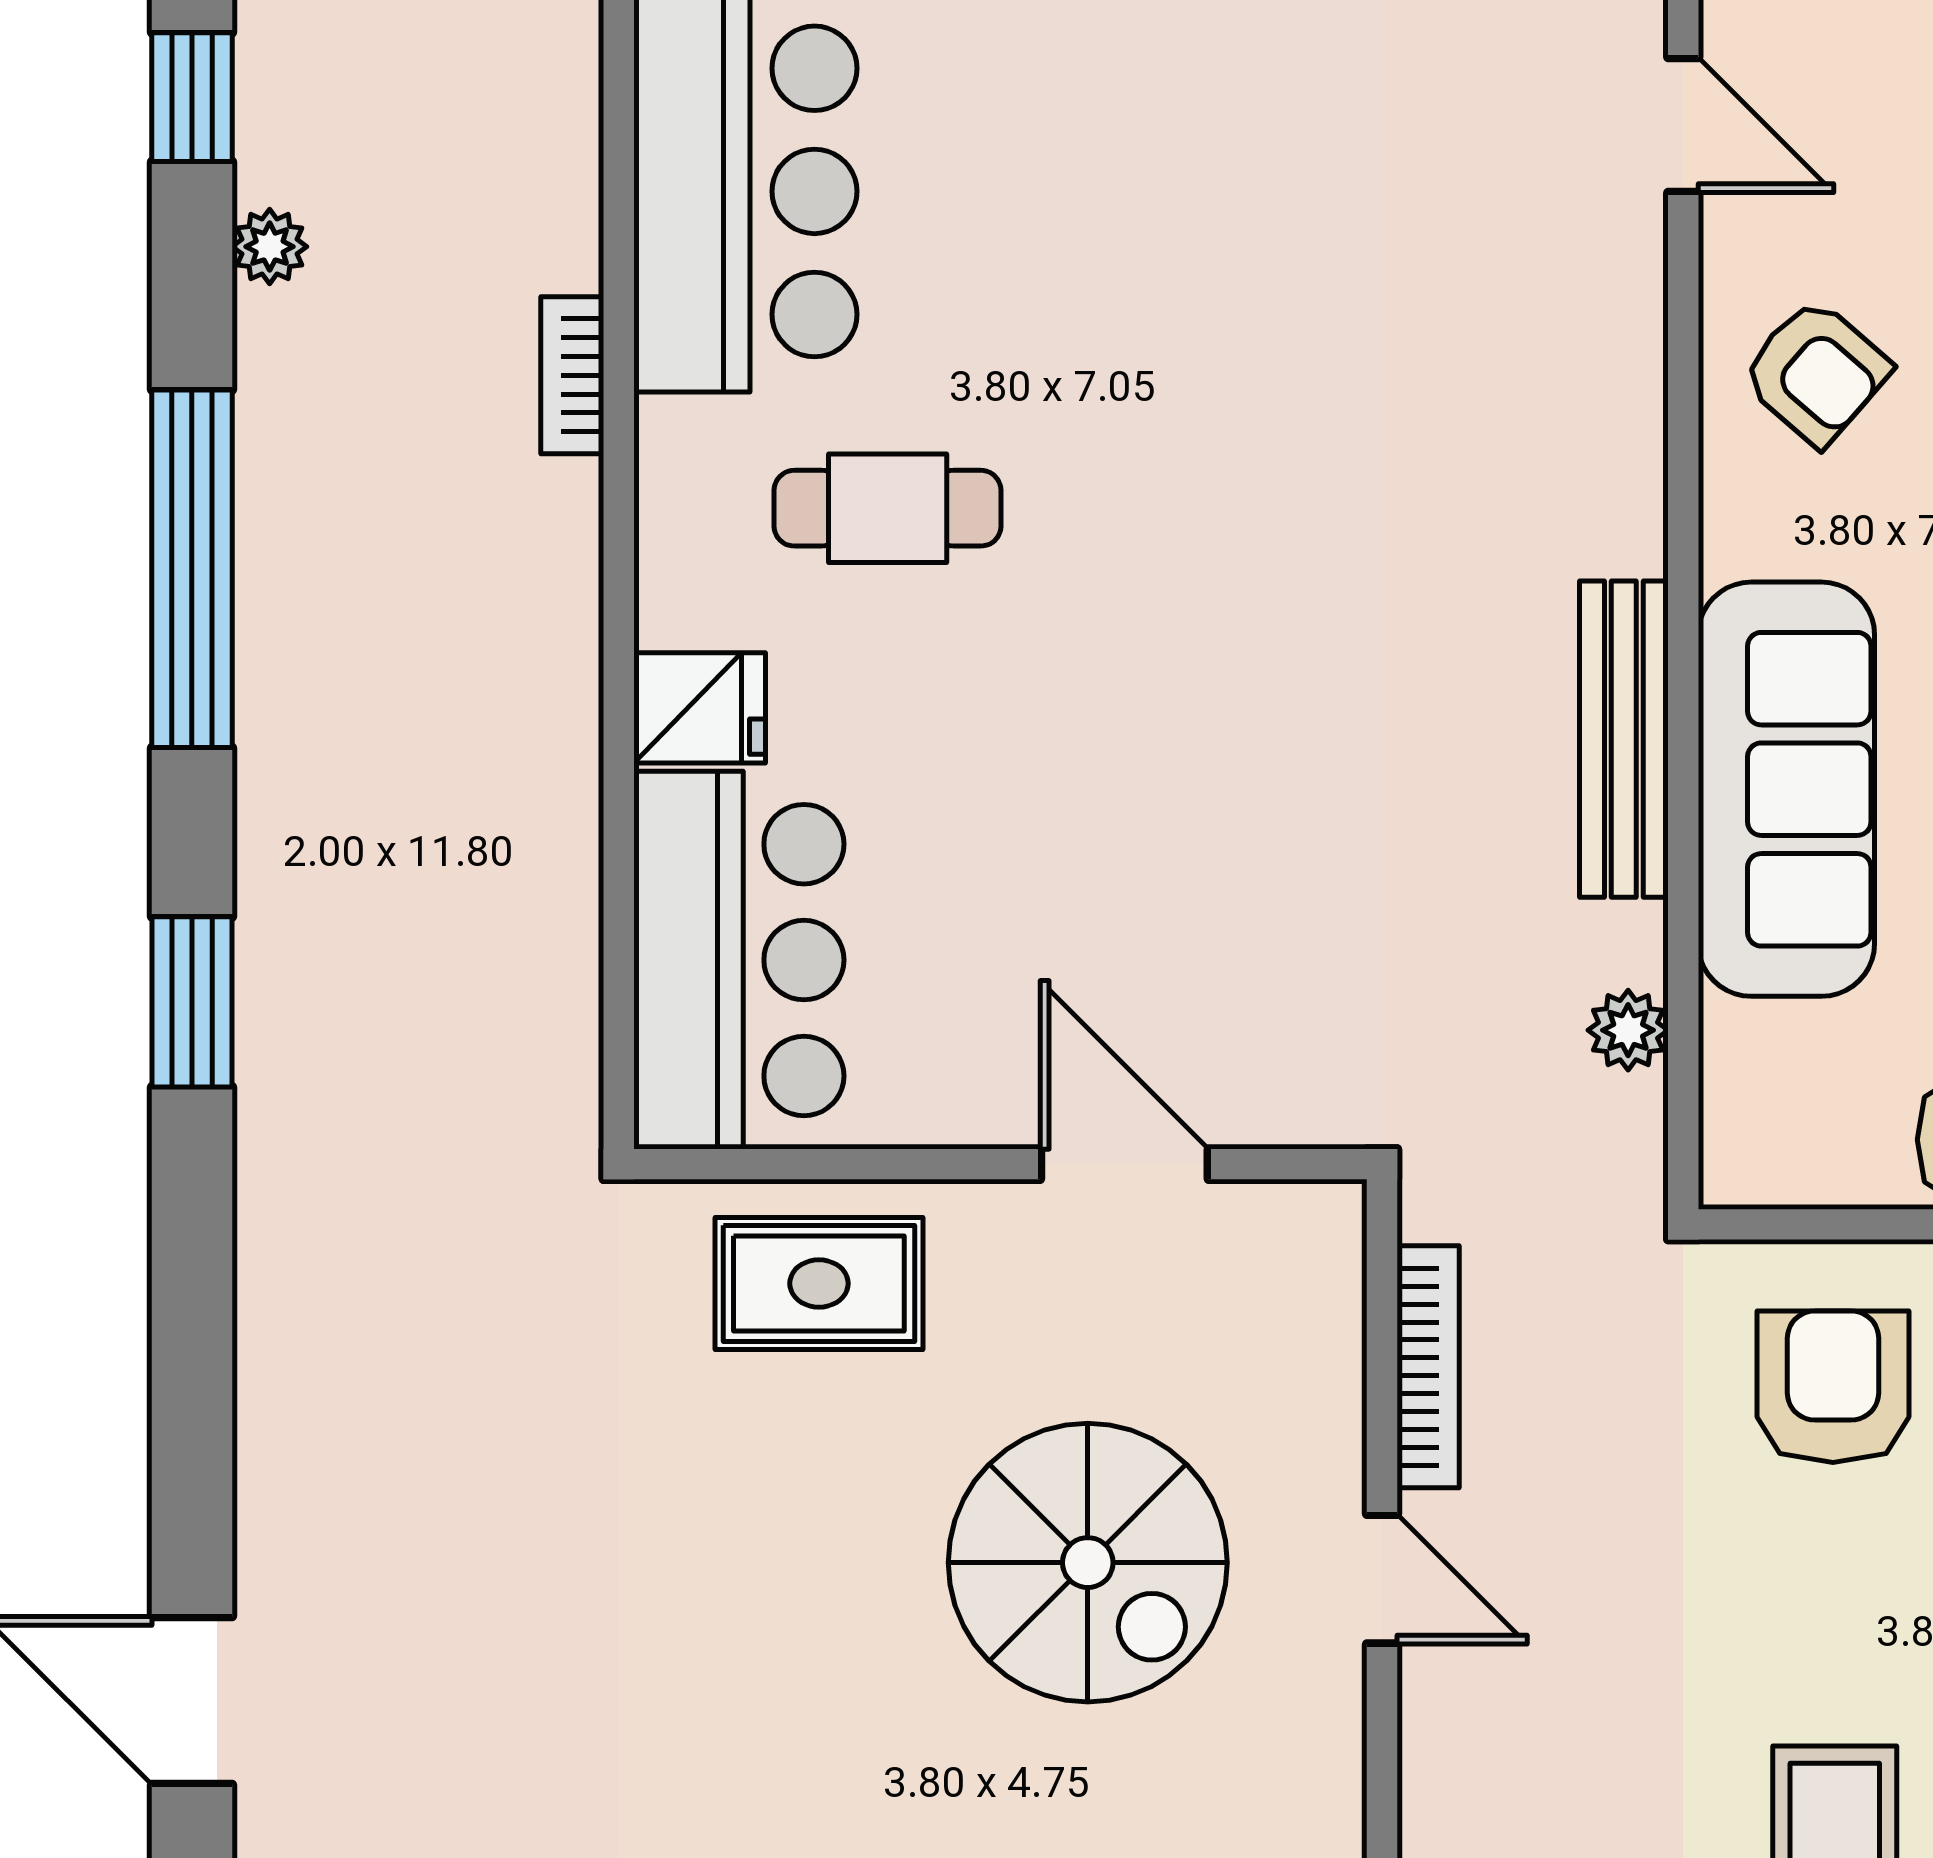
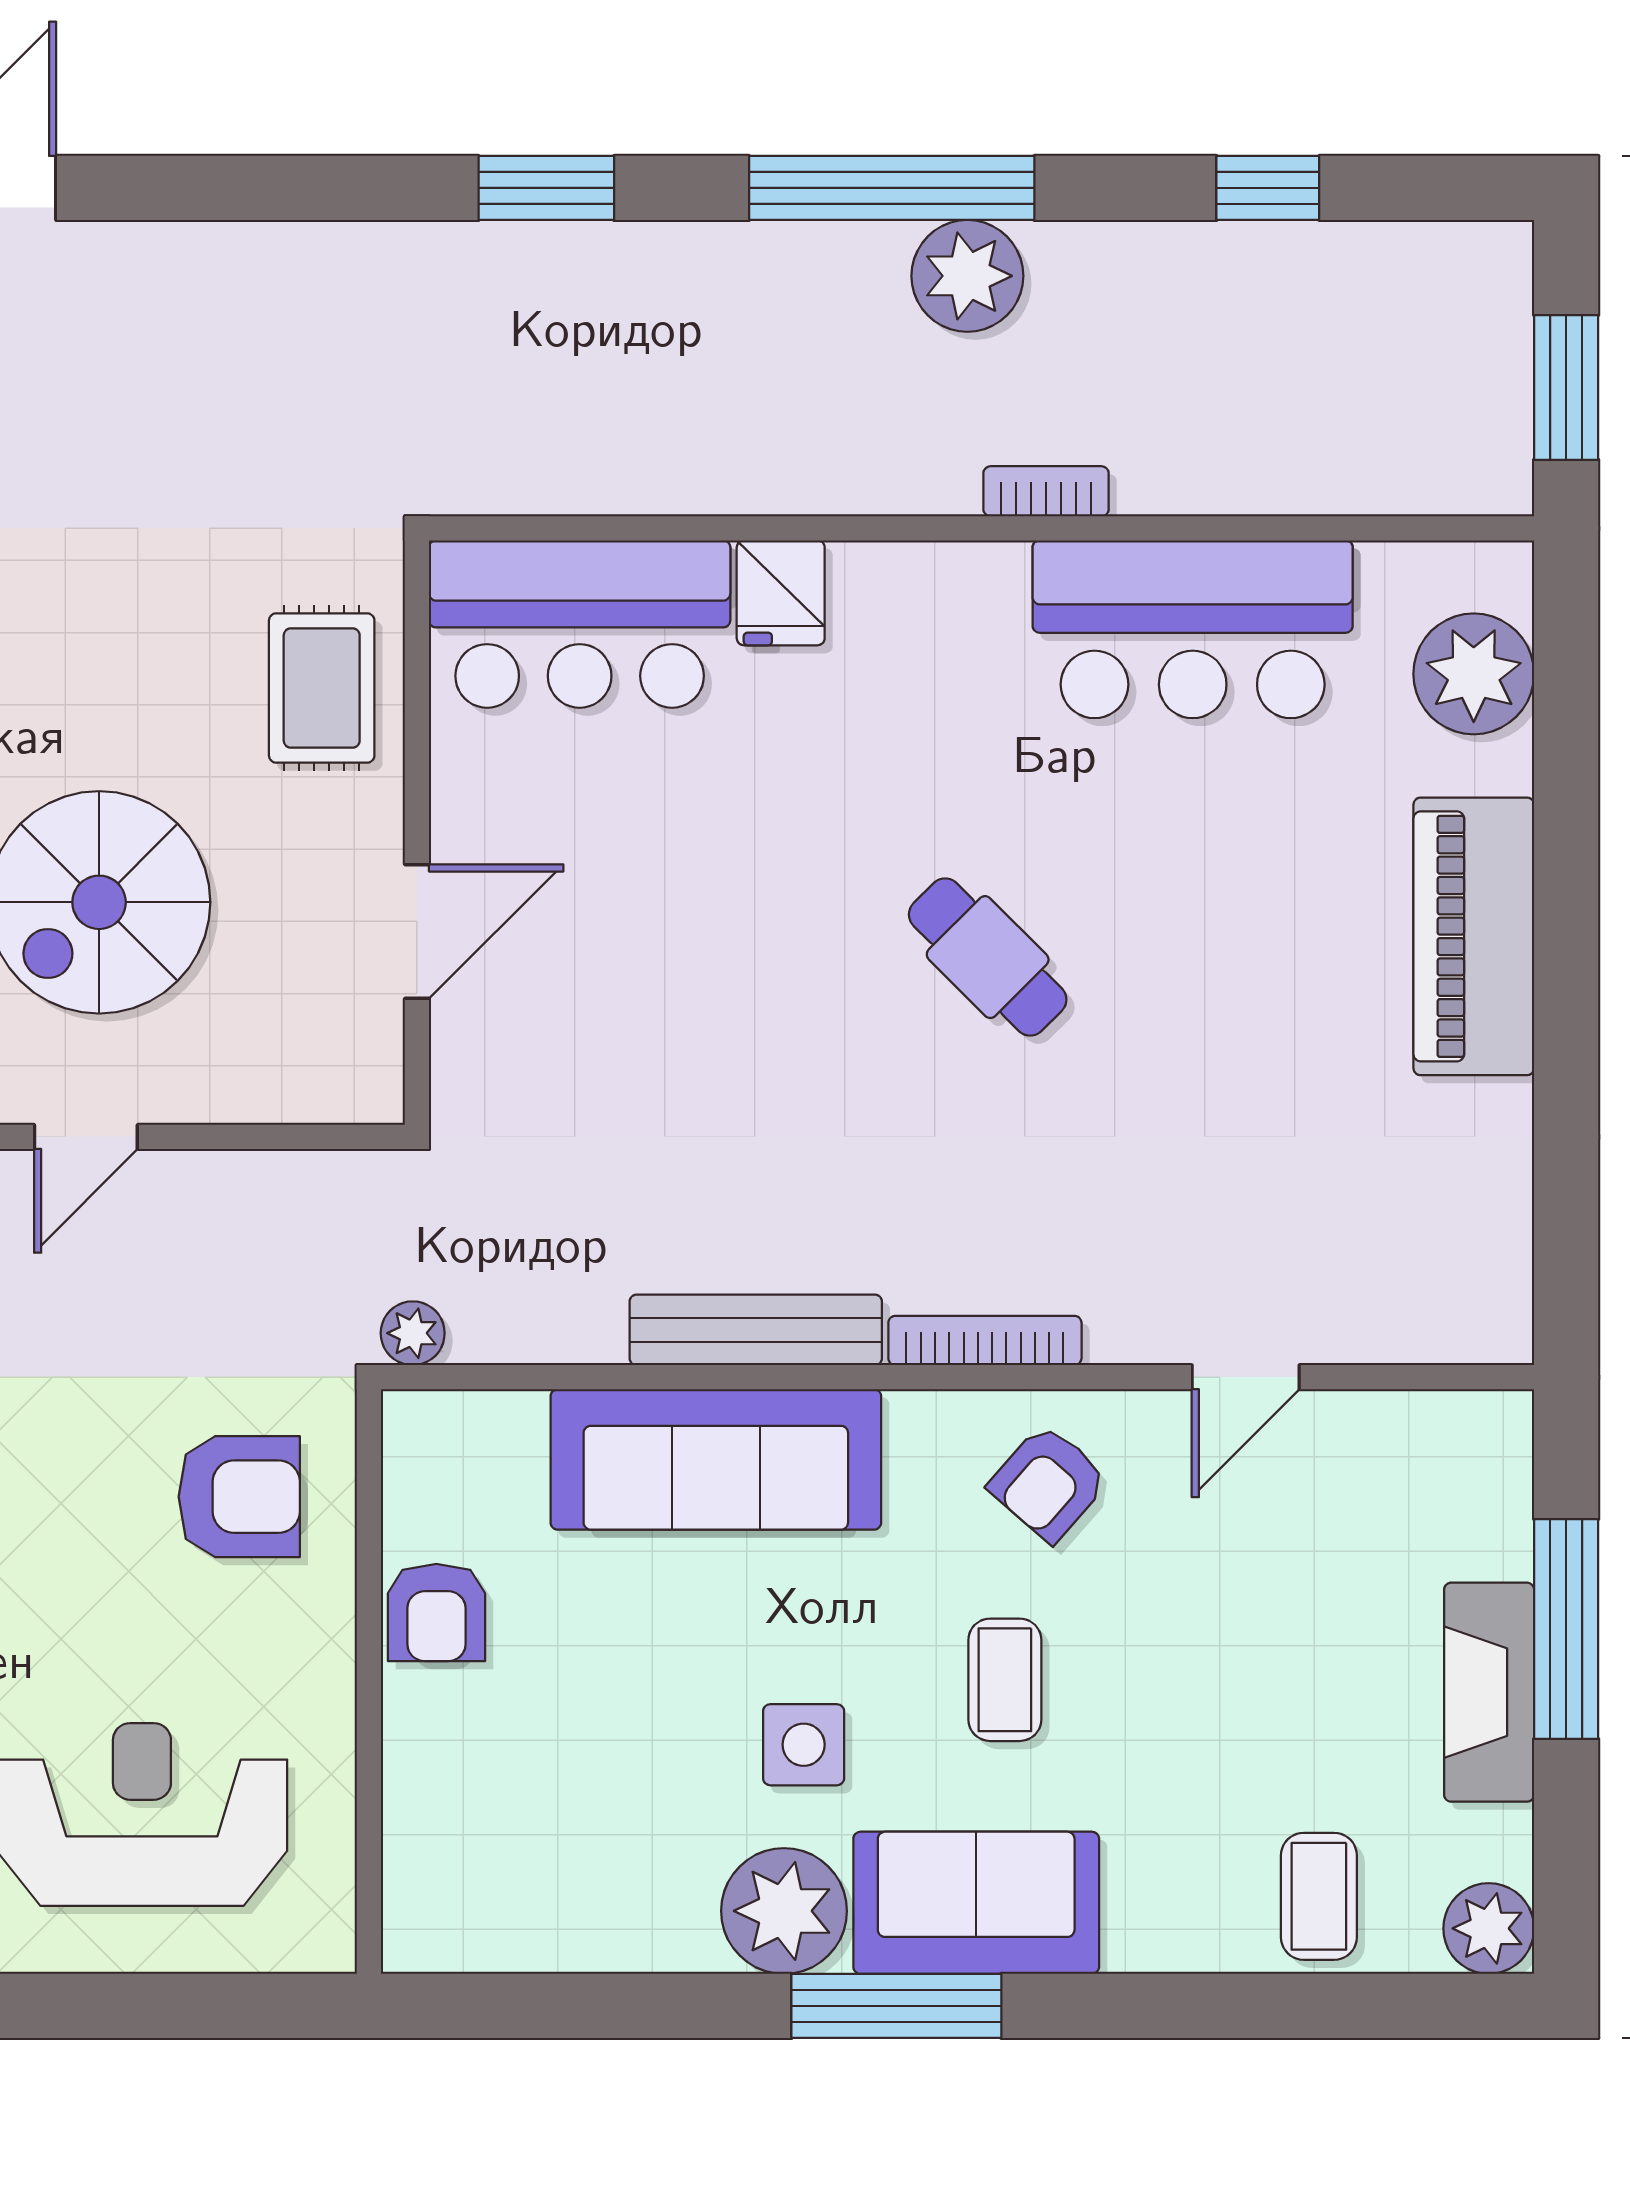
plant: (270, 247) -> (967, 276), moved, width x1.88, depth x1.88
cafe table: (888, 508) -> (988, 957), moved, turned -45
plant: (1628, 1030) -> (413, 1333), moved
bookcase: (1428, 1367) -> (985, 1340), moved, turned 180

